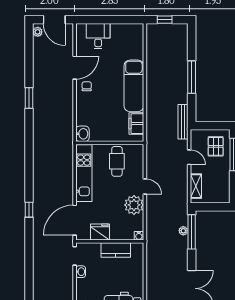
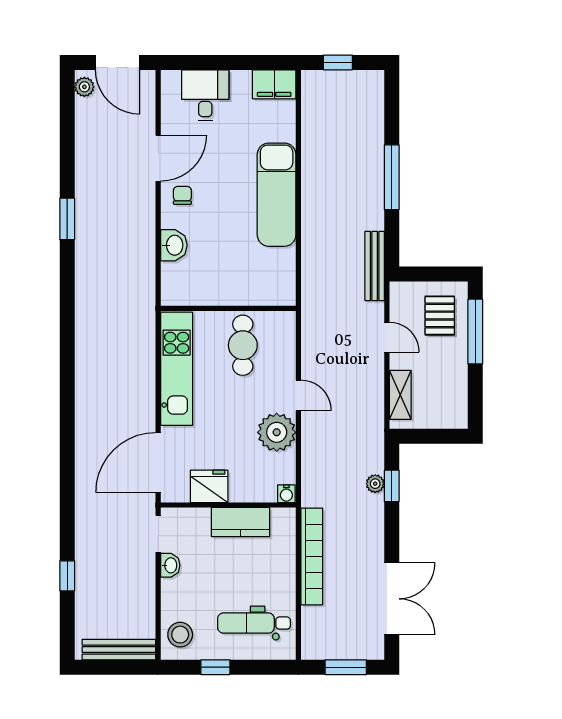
filing cabinet: (136, 124) -> (274, 84), moved, turned -90
washbasin: (82, 134) -> (174, 245), moved
window: (29, 210) -> (67, 576), moved
window: (192, 232) -> (392, 486), width x0.46
bookcase: (152, 267) -> (312, 556), added

